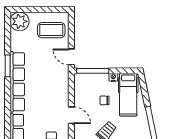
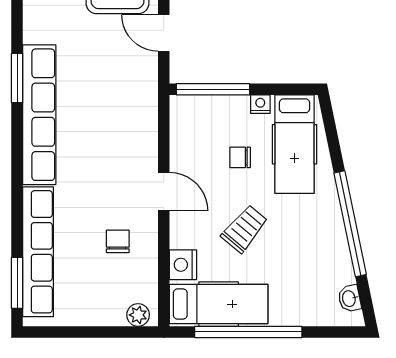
door: (71, 57) -> (164, 33), moved

